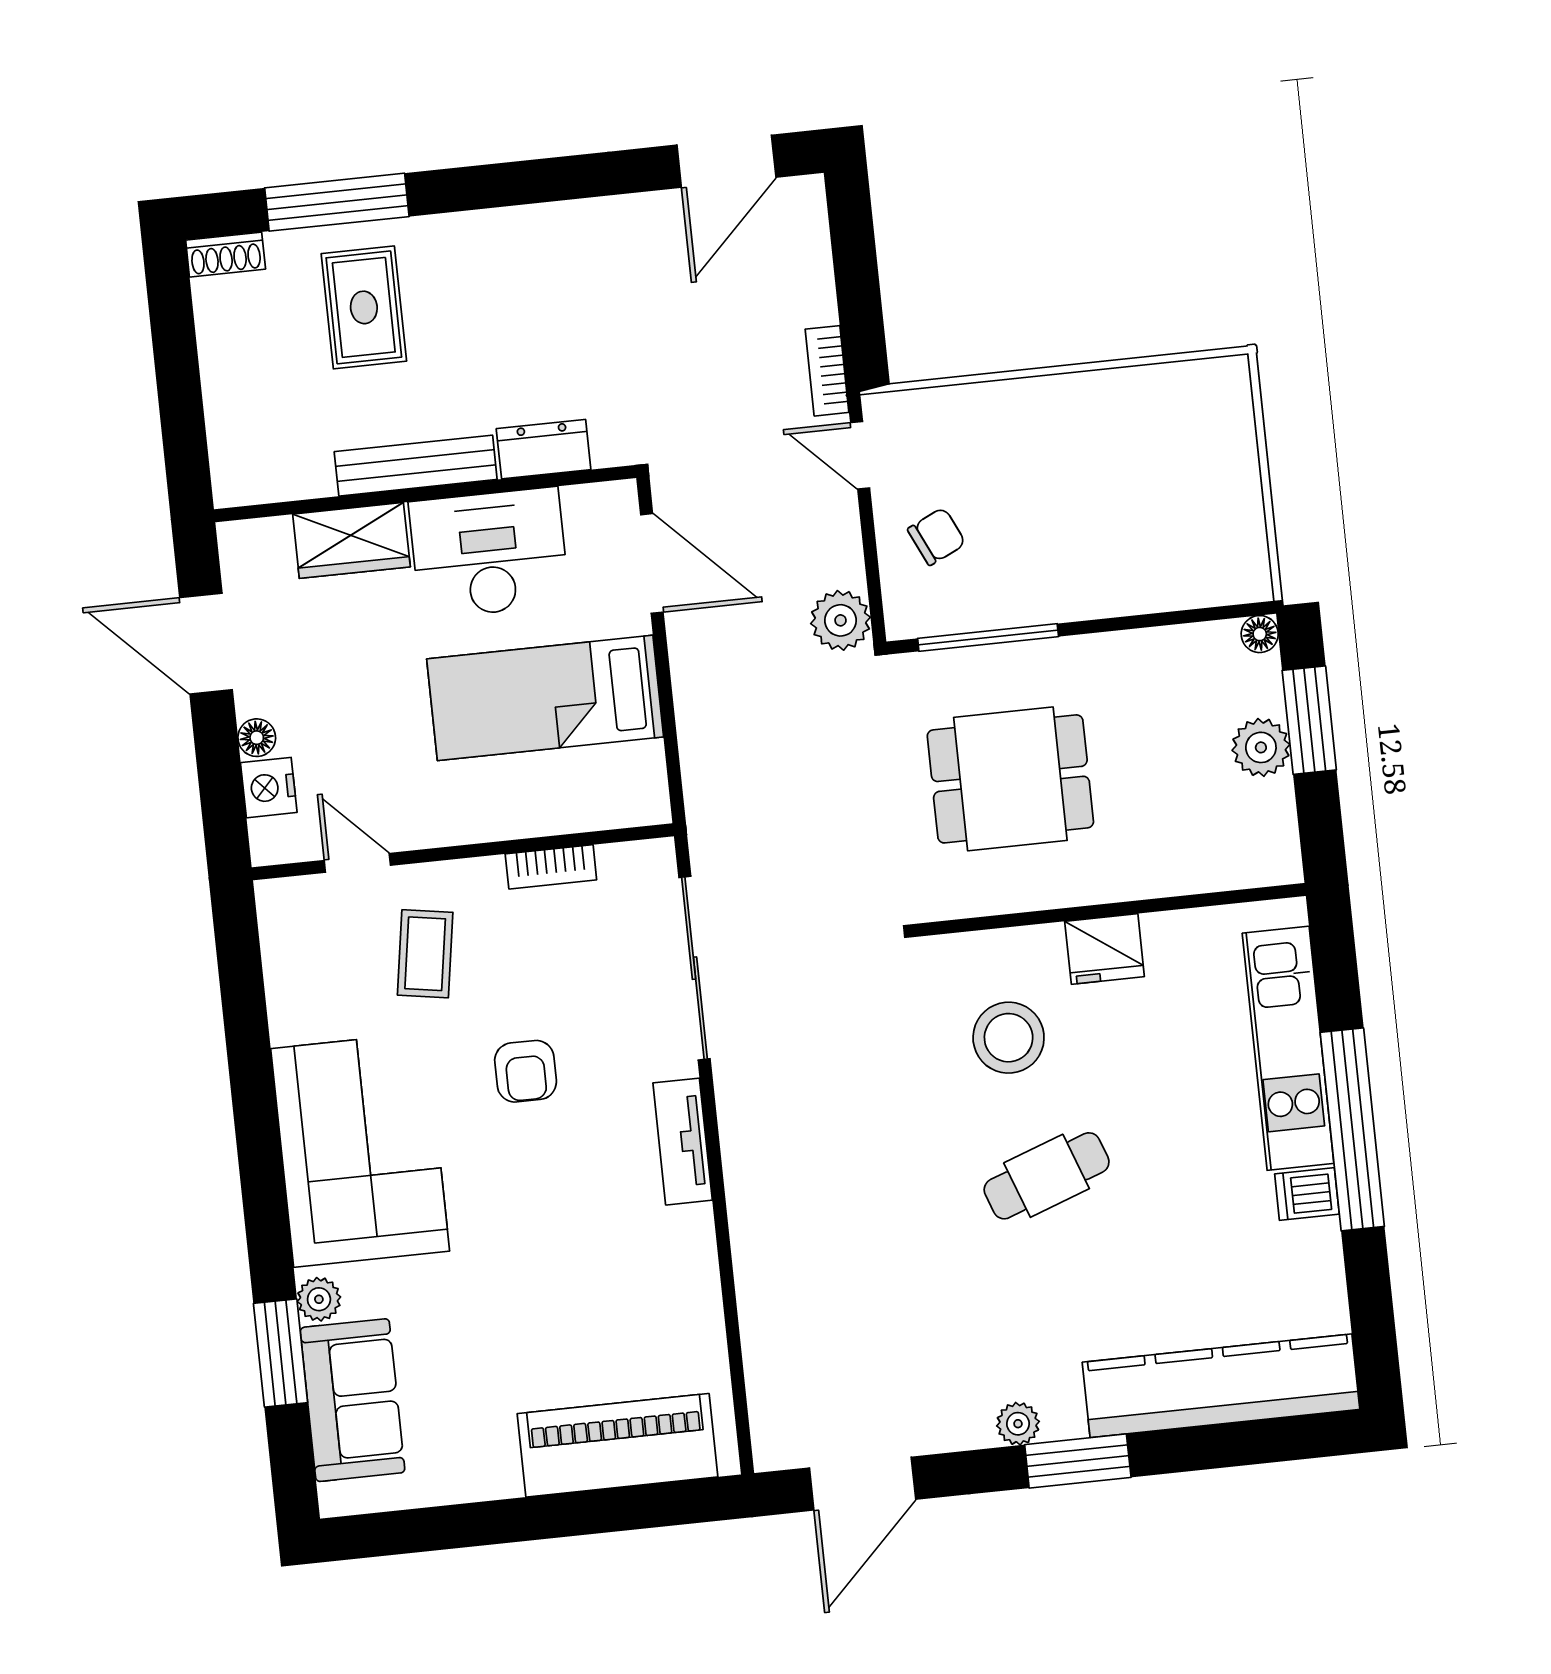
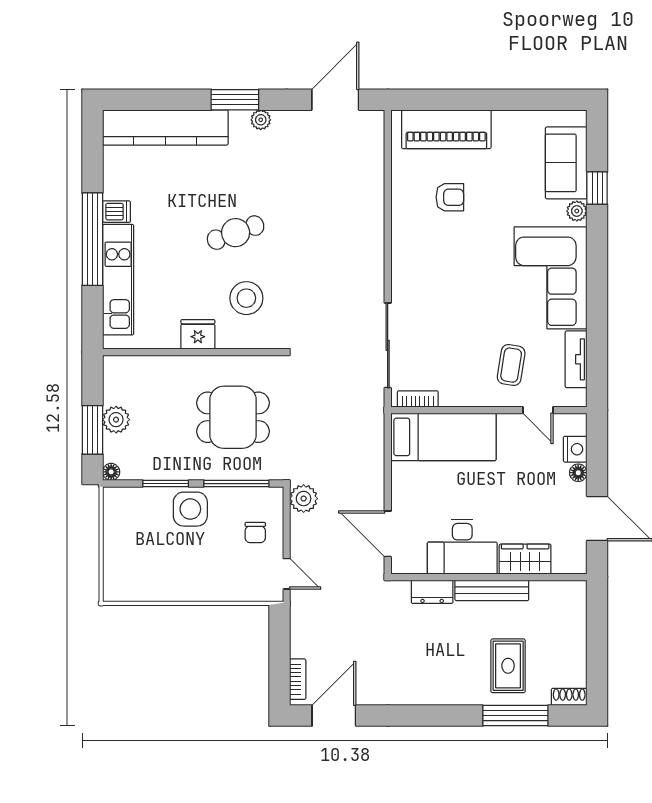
bookcase: (827, 371) -> (298, 679), moved
chair: (937, 536) -> (255, 533), turned -65
side table: (1081, 572) -> (190, 509), added
window: (1140, 621) -> (166, 484), added
bed: (545, 698) -> (443, 437), moved
bookcase: (551, 867) -> (418, 399), moved
armchair: (526, 1071) -> (450, 197), moved, turned 90
tv unit: (683, 1142) -> (576, 359), moved, turned 180
window: (281, 1353) -> (597, 188), width x0.67

